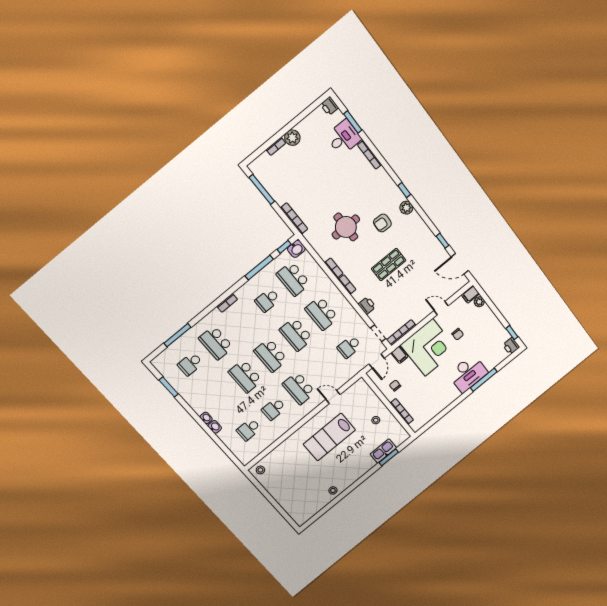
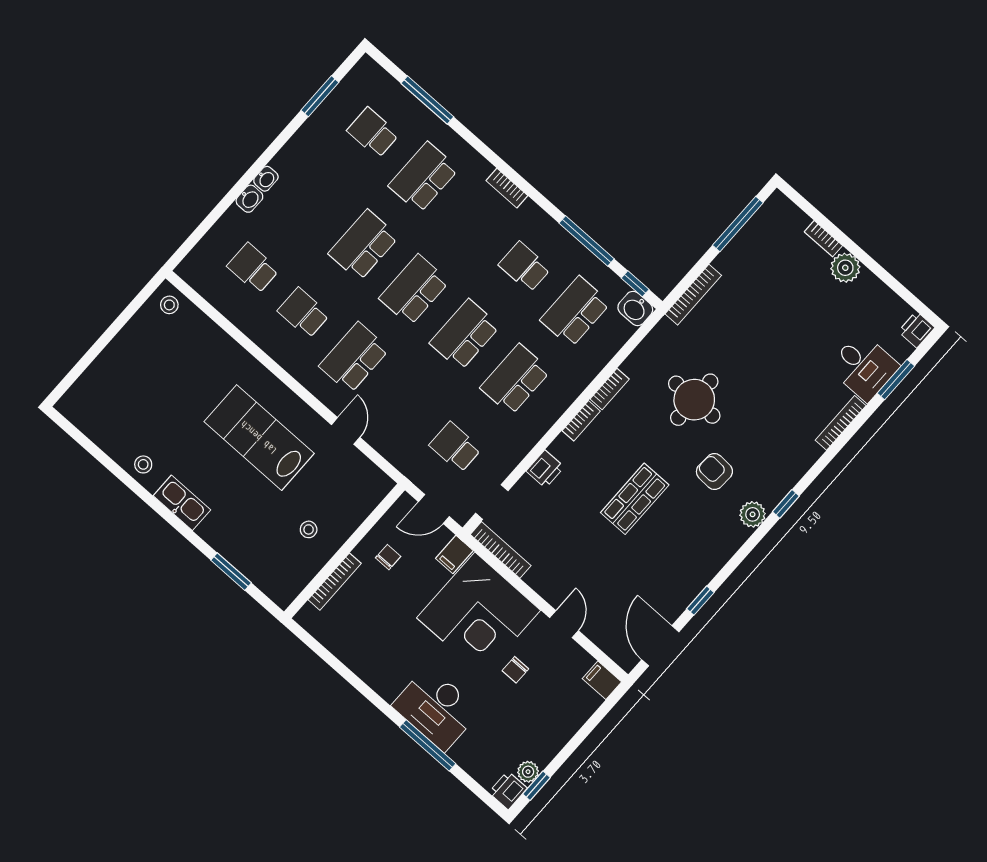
shop shelf: (389, 265) -> (635, 499), turned 90
plant: (479, 302) -> (528, 772), moved
kitchen sink: (383, 451) -> (182, 503), moved

